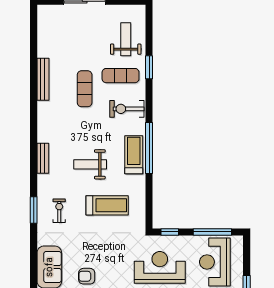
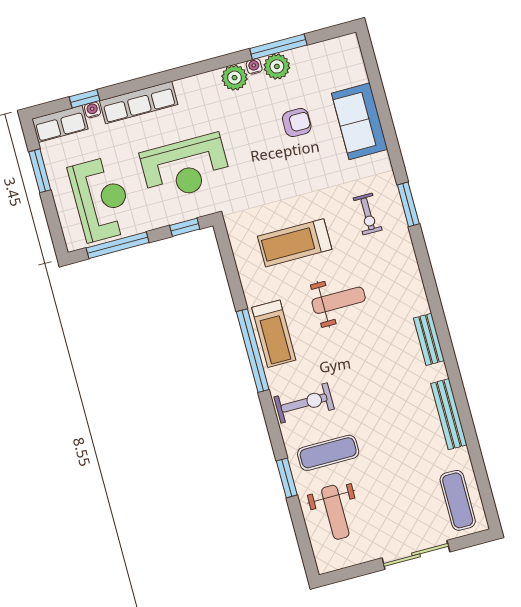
exercise mat: (85, 89) -> (458, 500), moved
bench: (43, 158) -> (429, 339), moved

